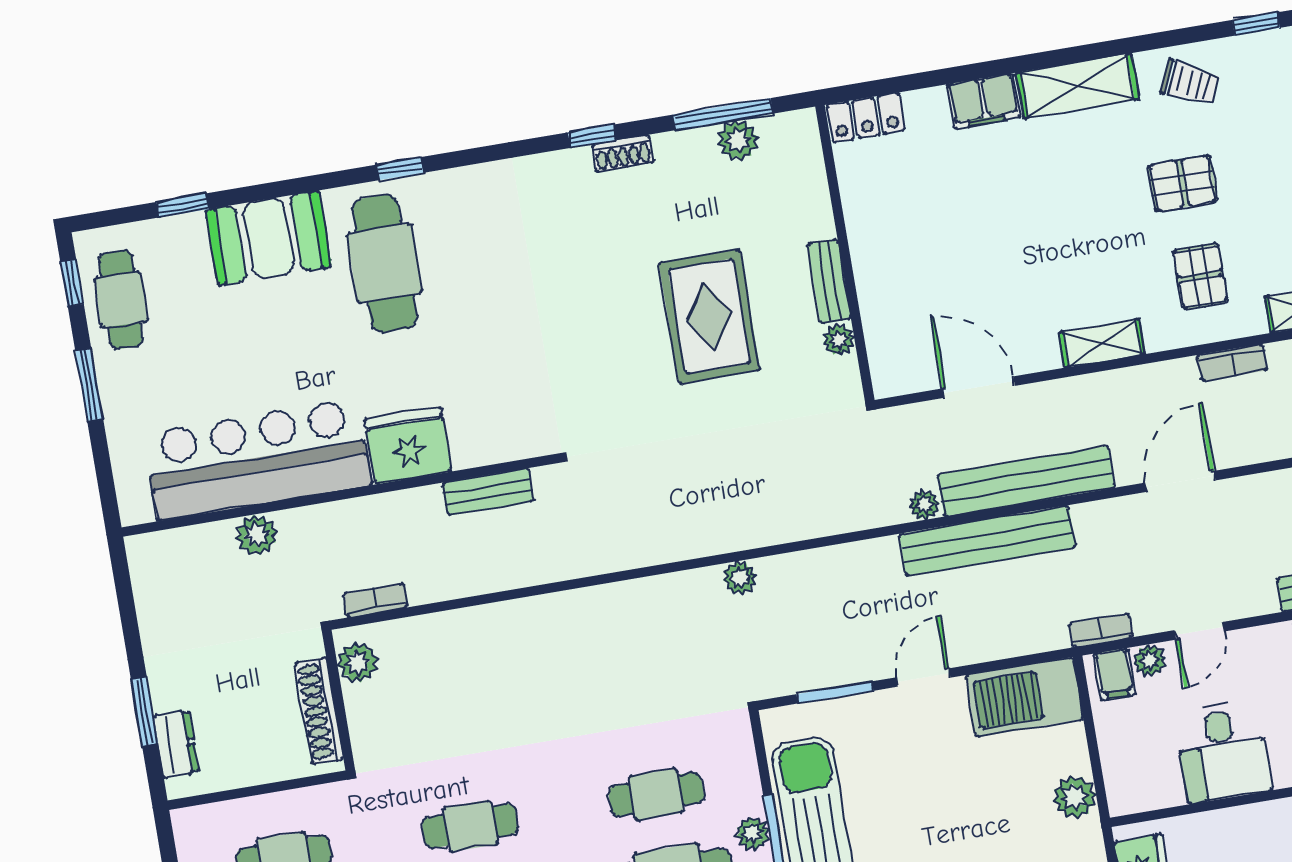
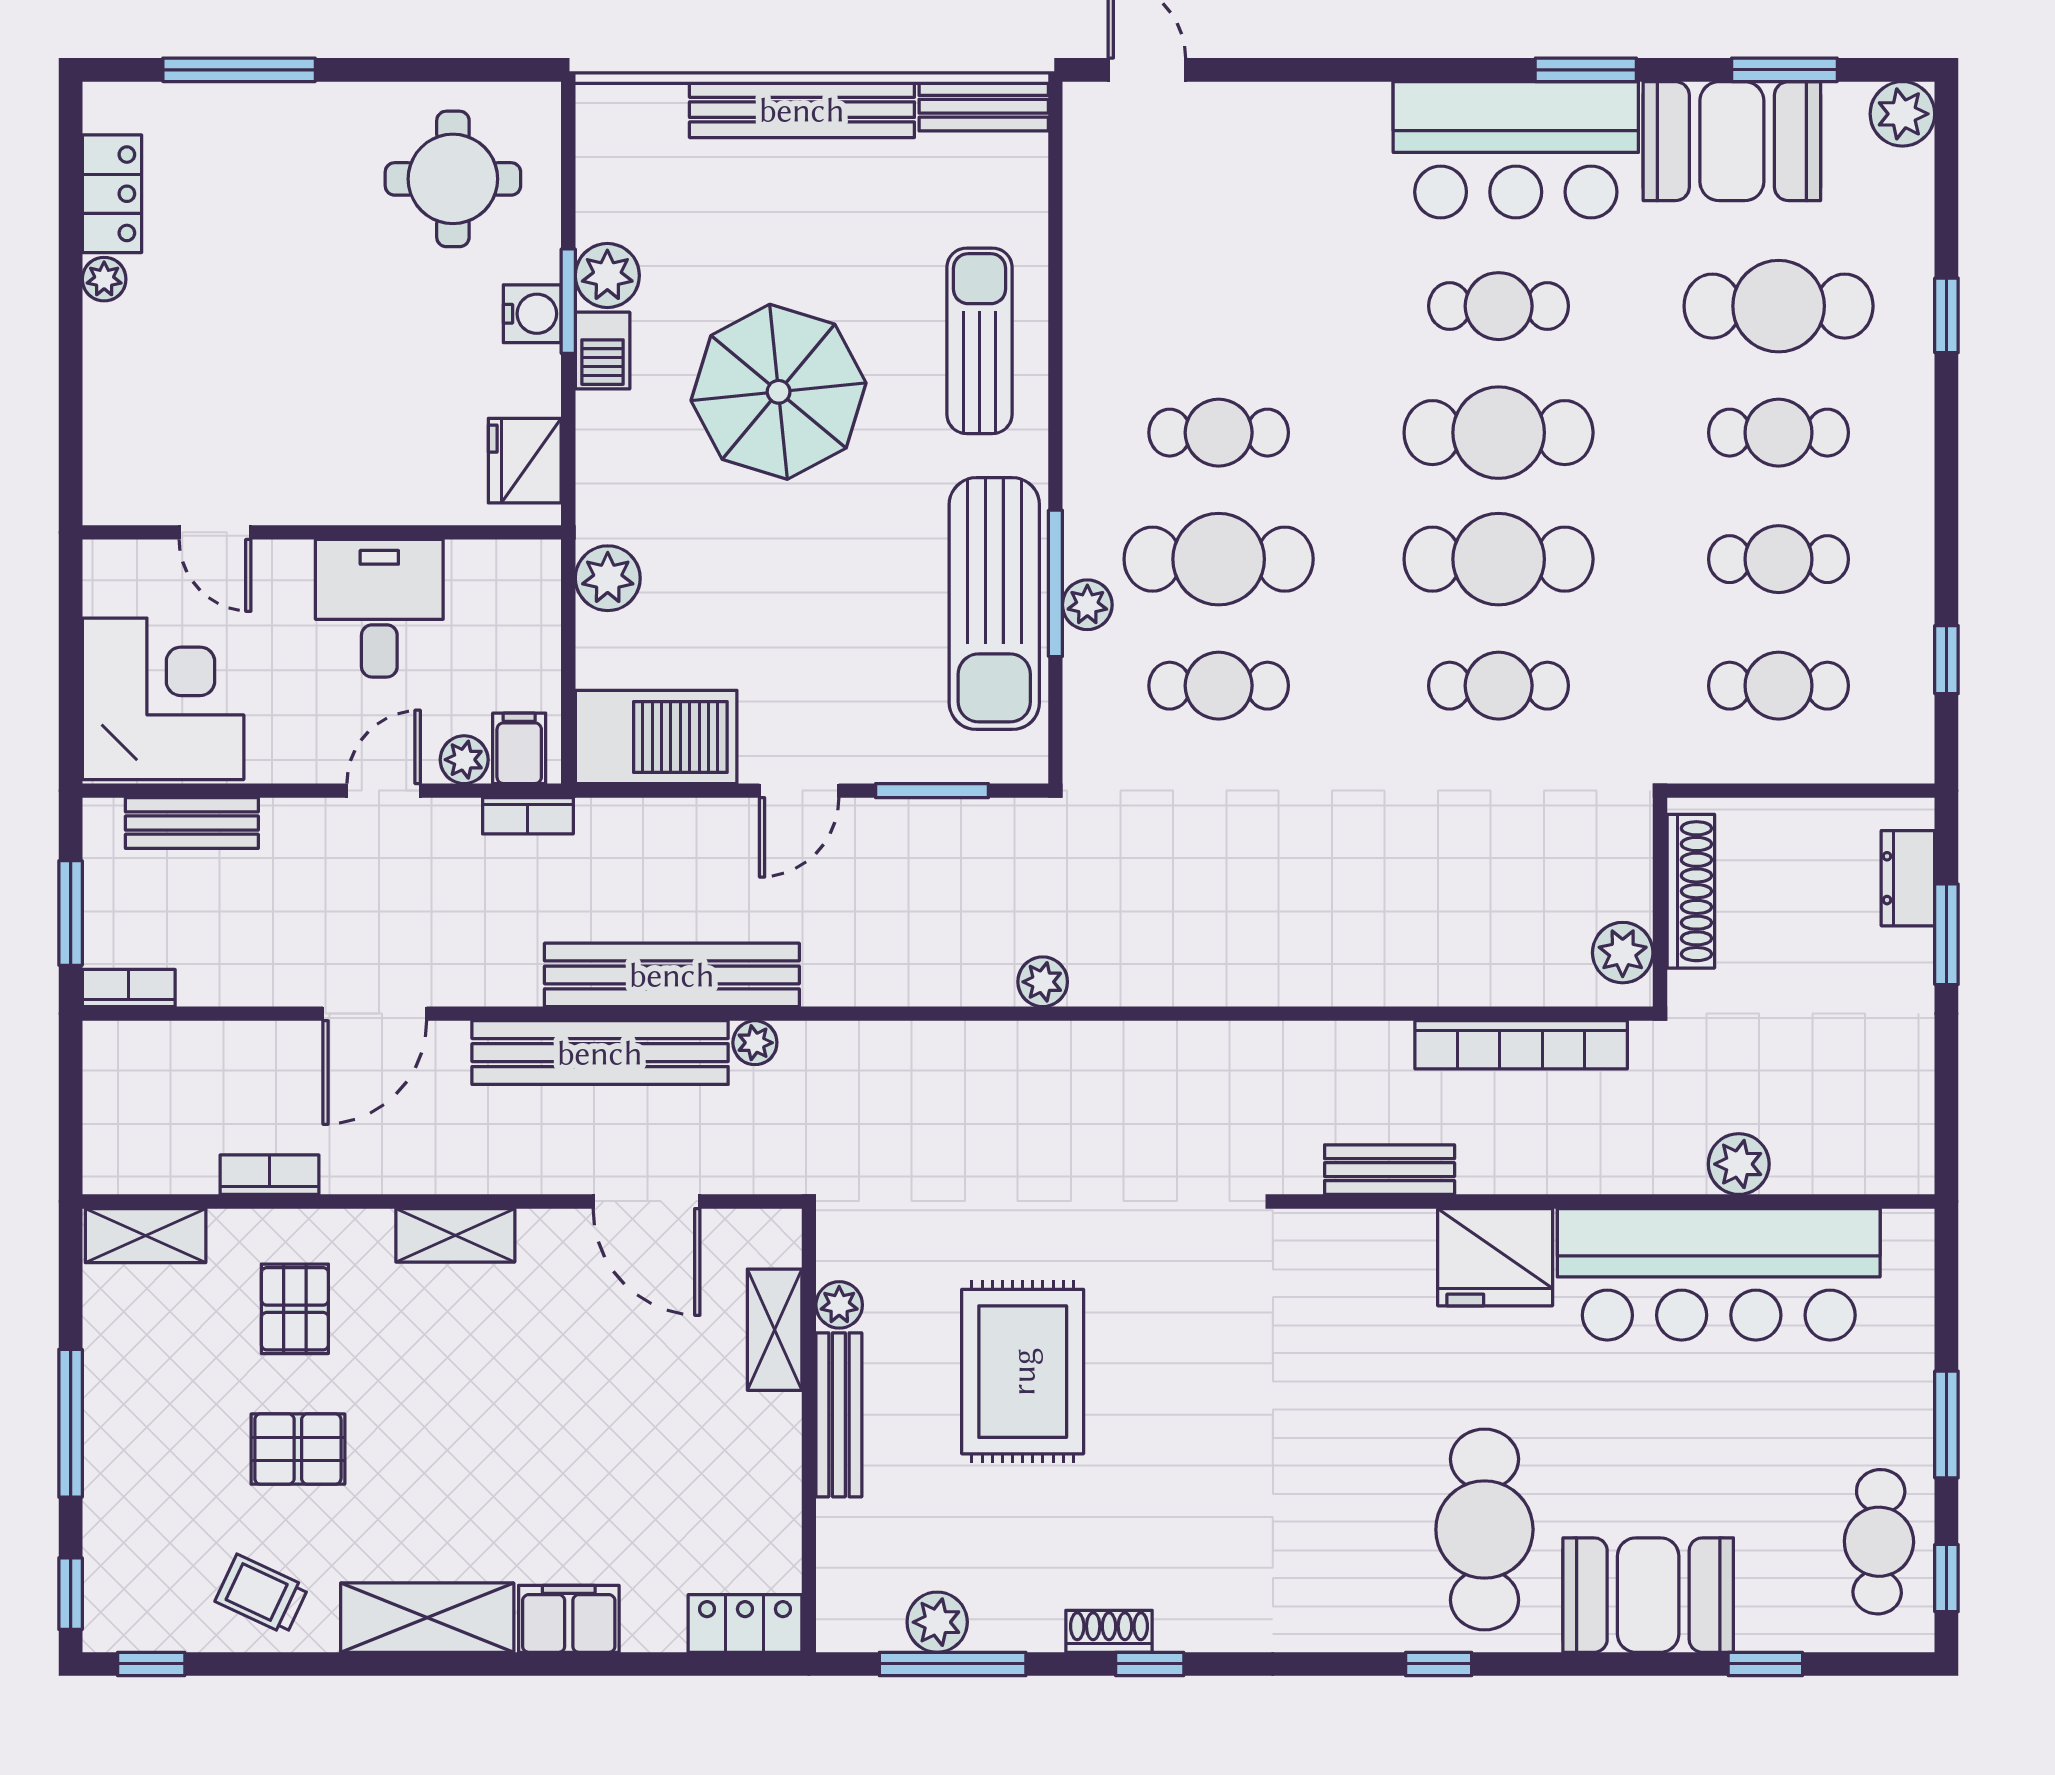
bench: (829, 281) -> (839, 1415), width x1.36
shelving: (879, 316) -> (775, 1330), added
bookcase: (375, 600) -> (1521, 1045), width x2.31, depth x1.31

